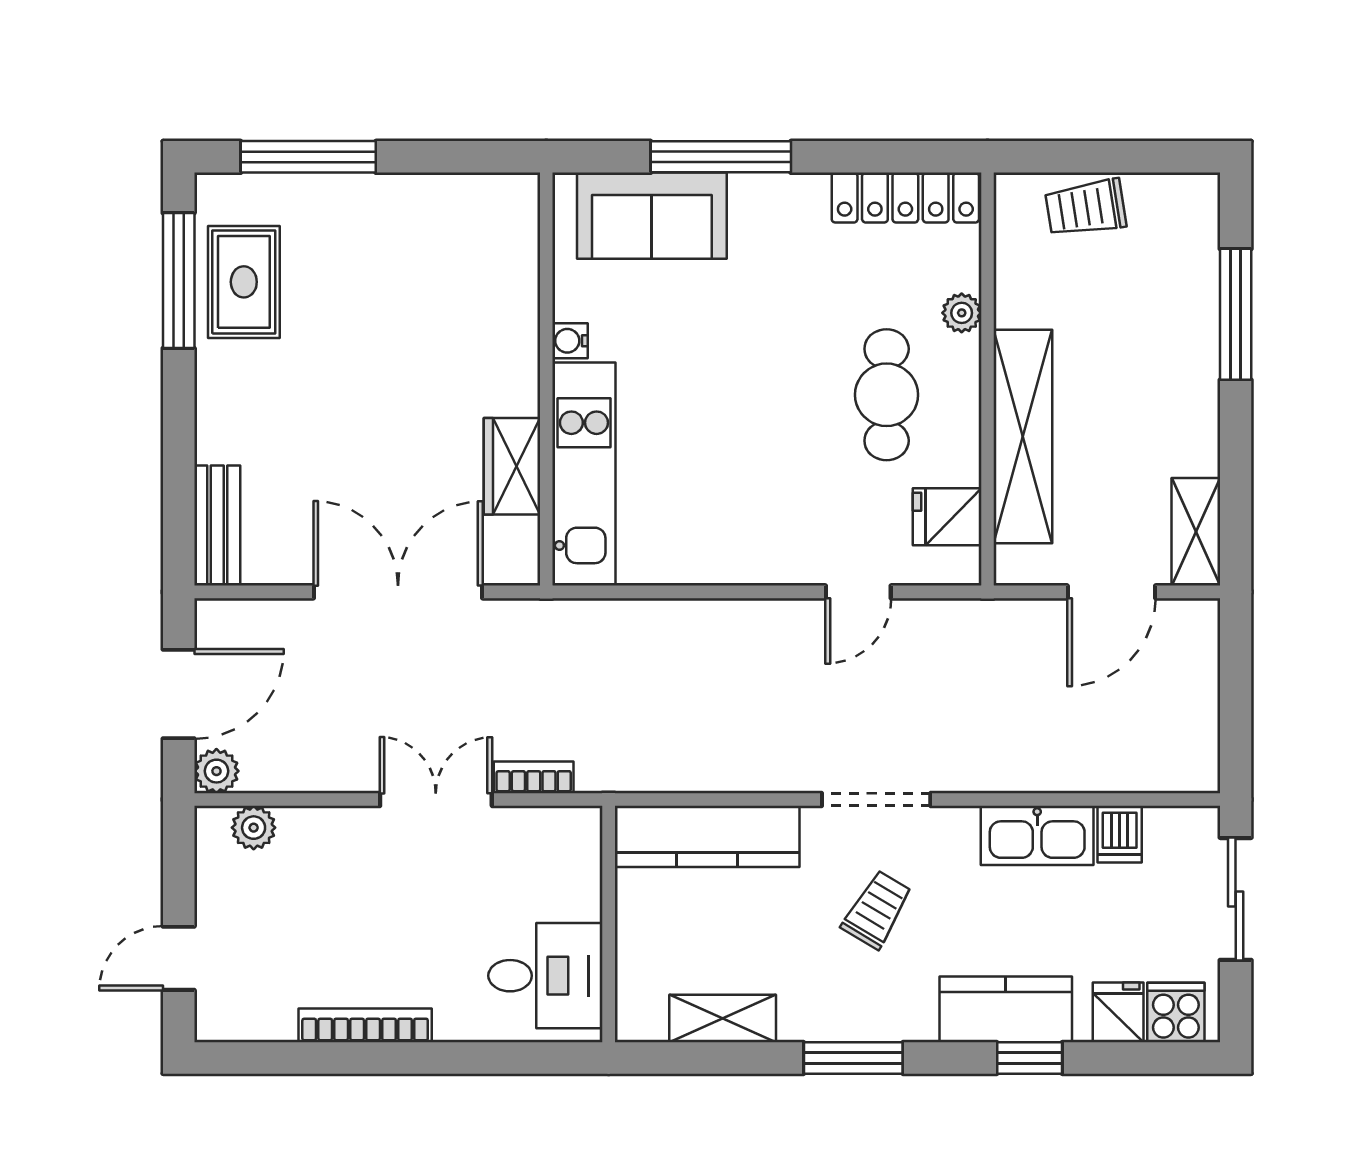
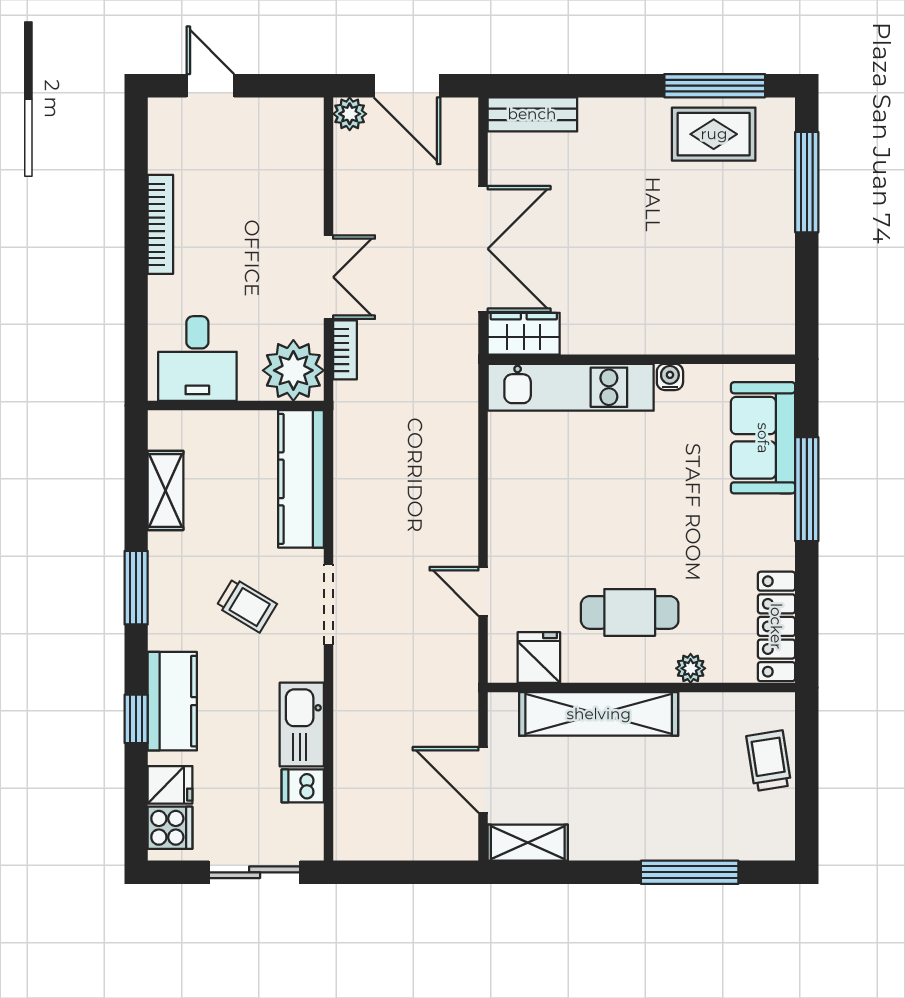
wardrobe: (512, 466) -> (524, 334), moved
plant: (254, 828) -> (293, 370), moved, width x1.87, depth x1.87

